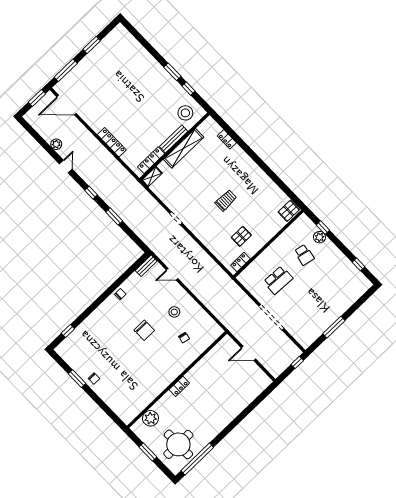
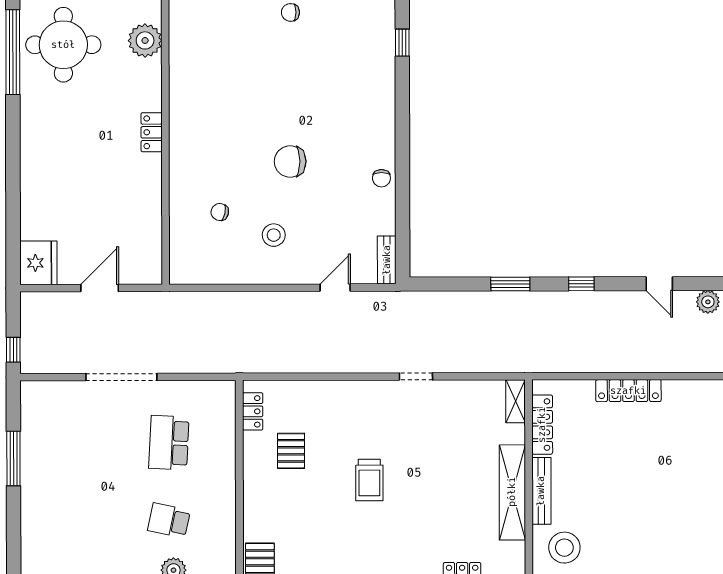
fridge: (260, 382) -> (38, 263), added

